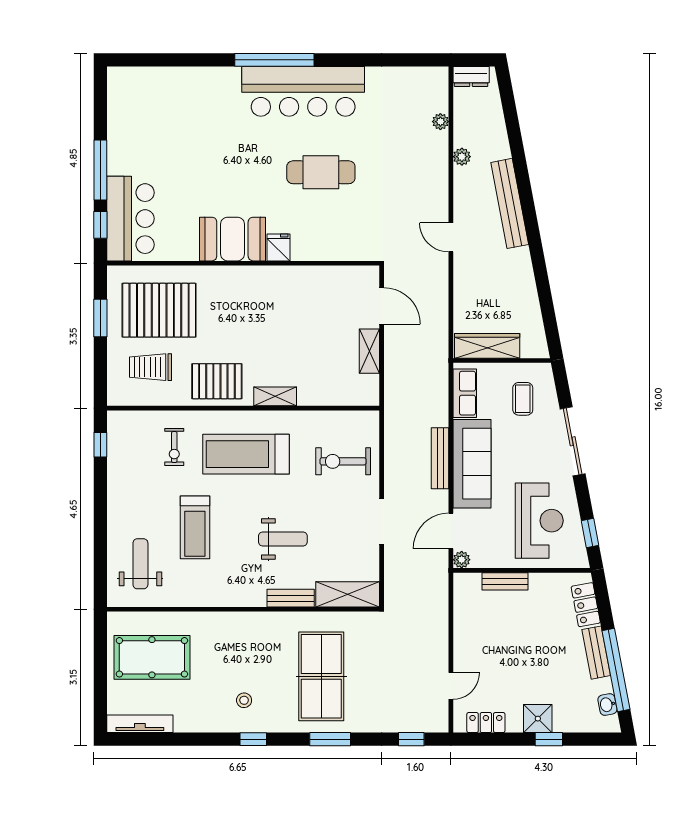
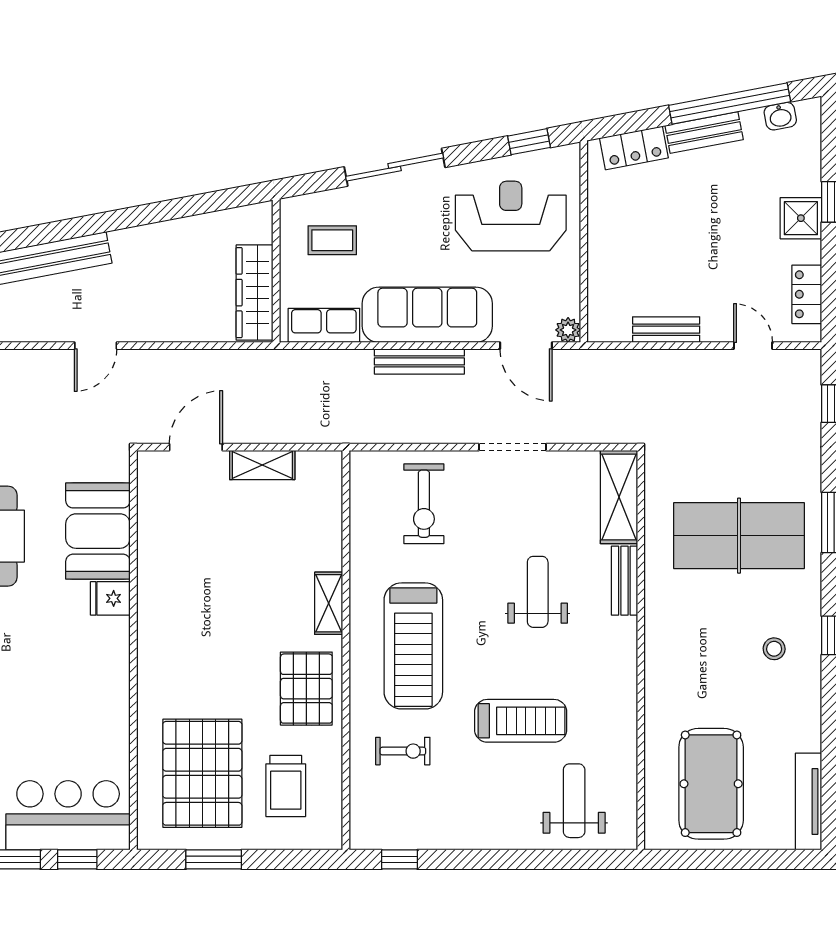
booth: (232, 239) -> (98, 531), moved
weight bench: (140, 564) -> (574, 801), turned 90
bench: (505, 581) -> (666, 330), moved, turned 90

